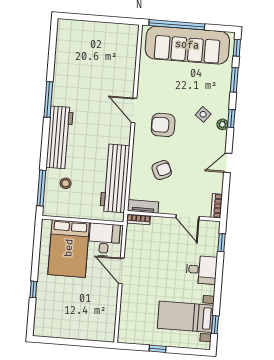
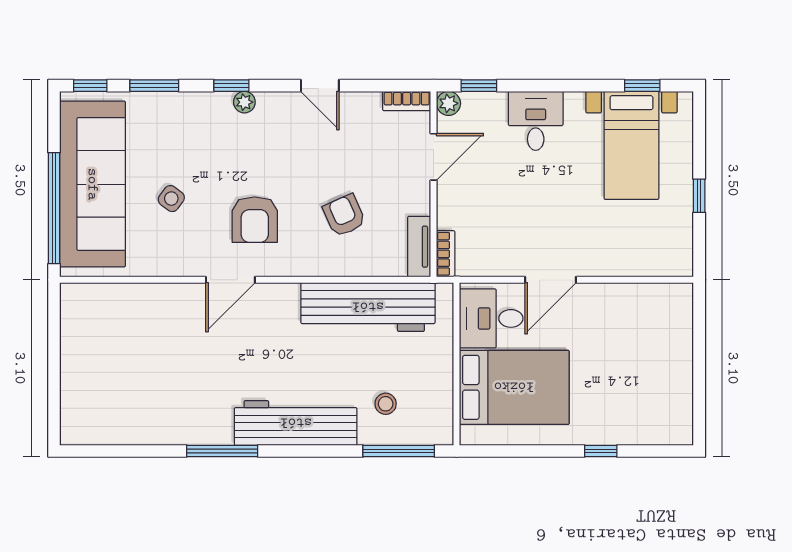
side table: (203, 114) -> (171, 199), moved
plant: (214, 227) -> (448, 103), added

